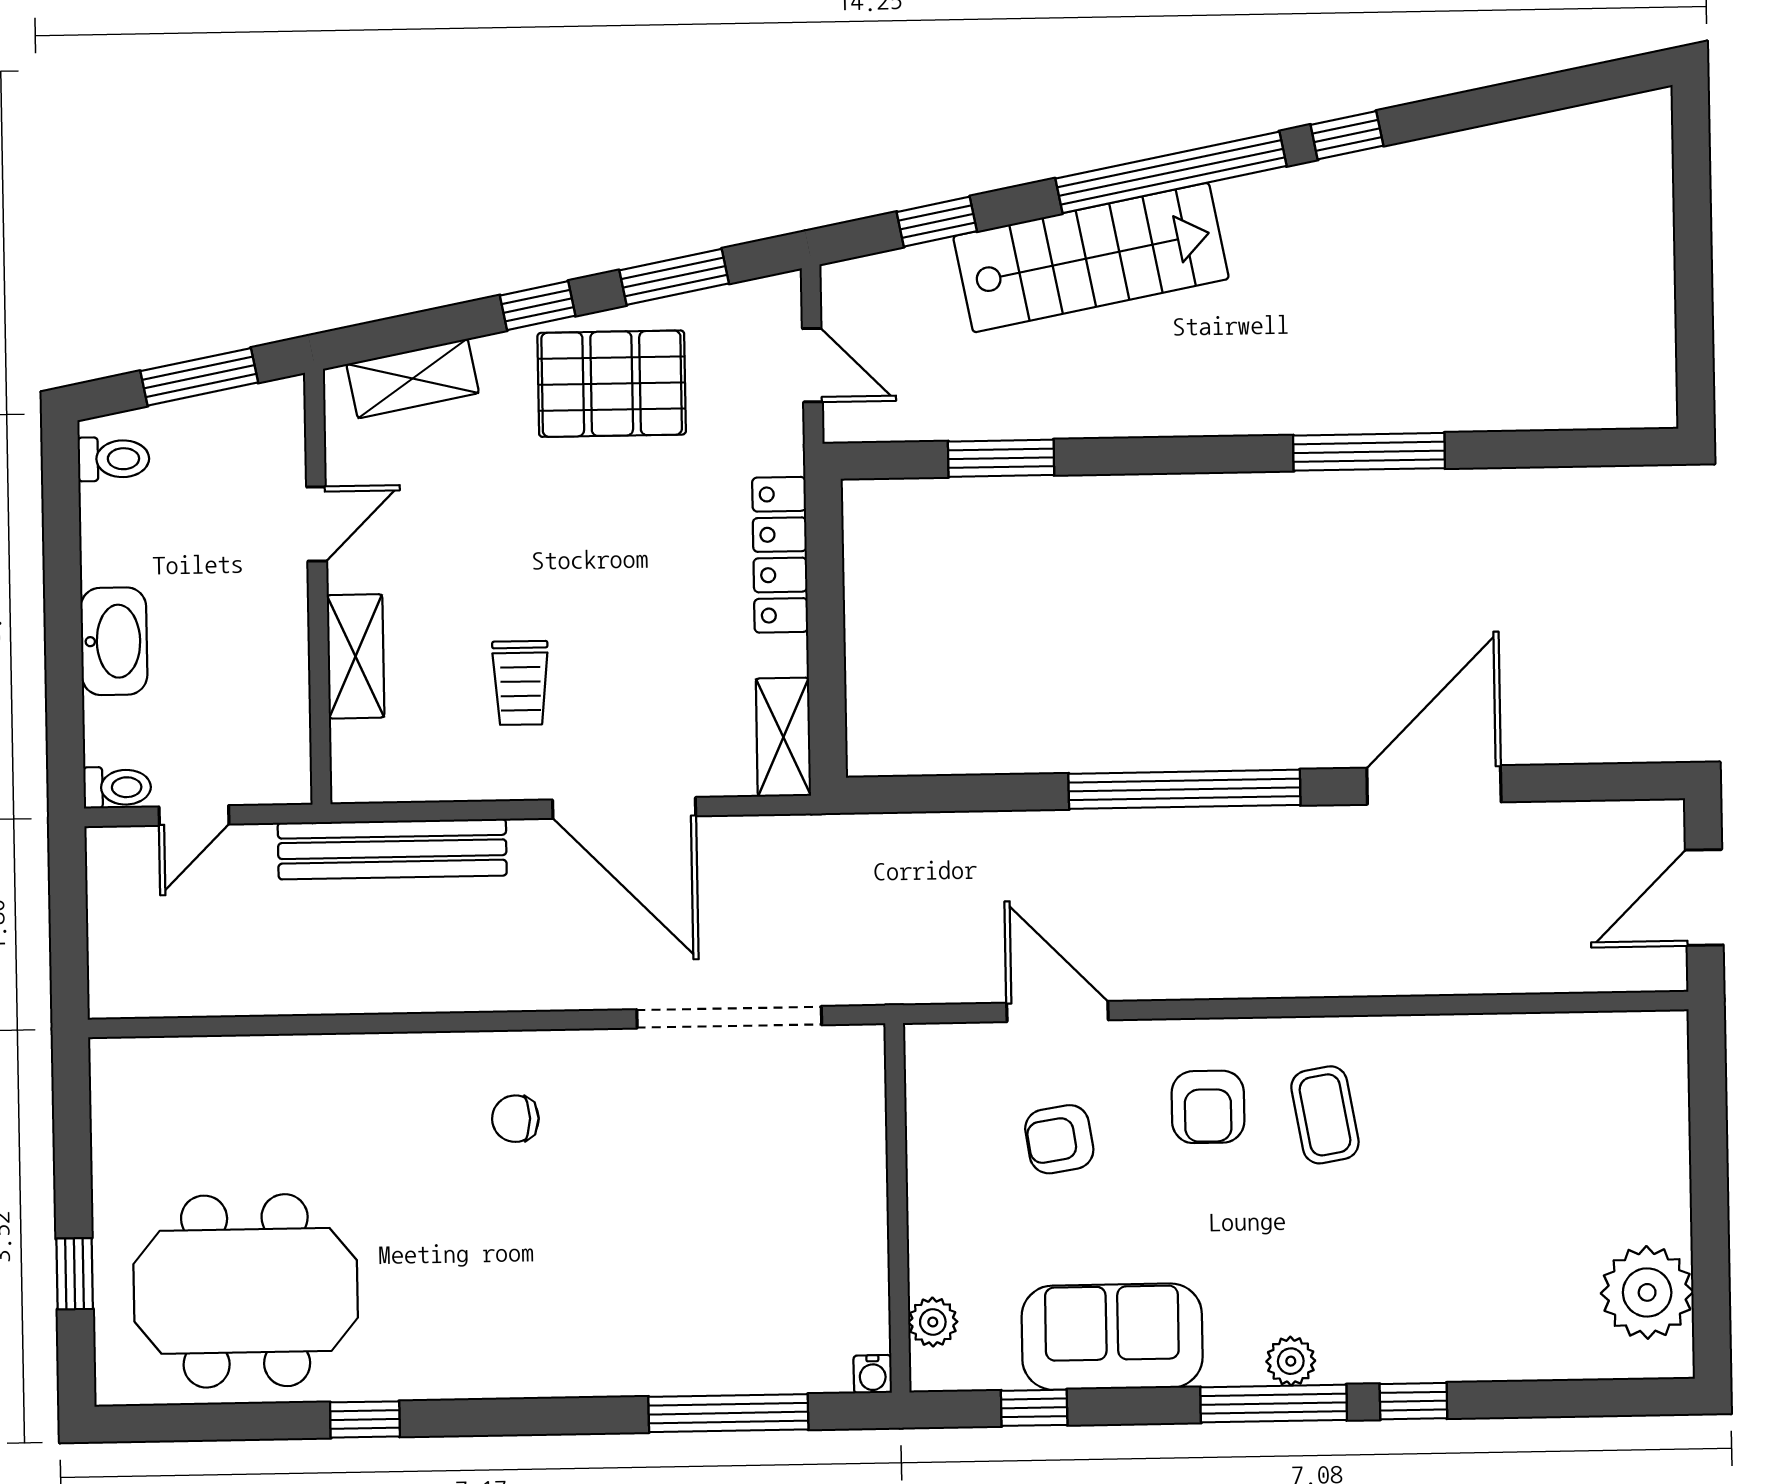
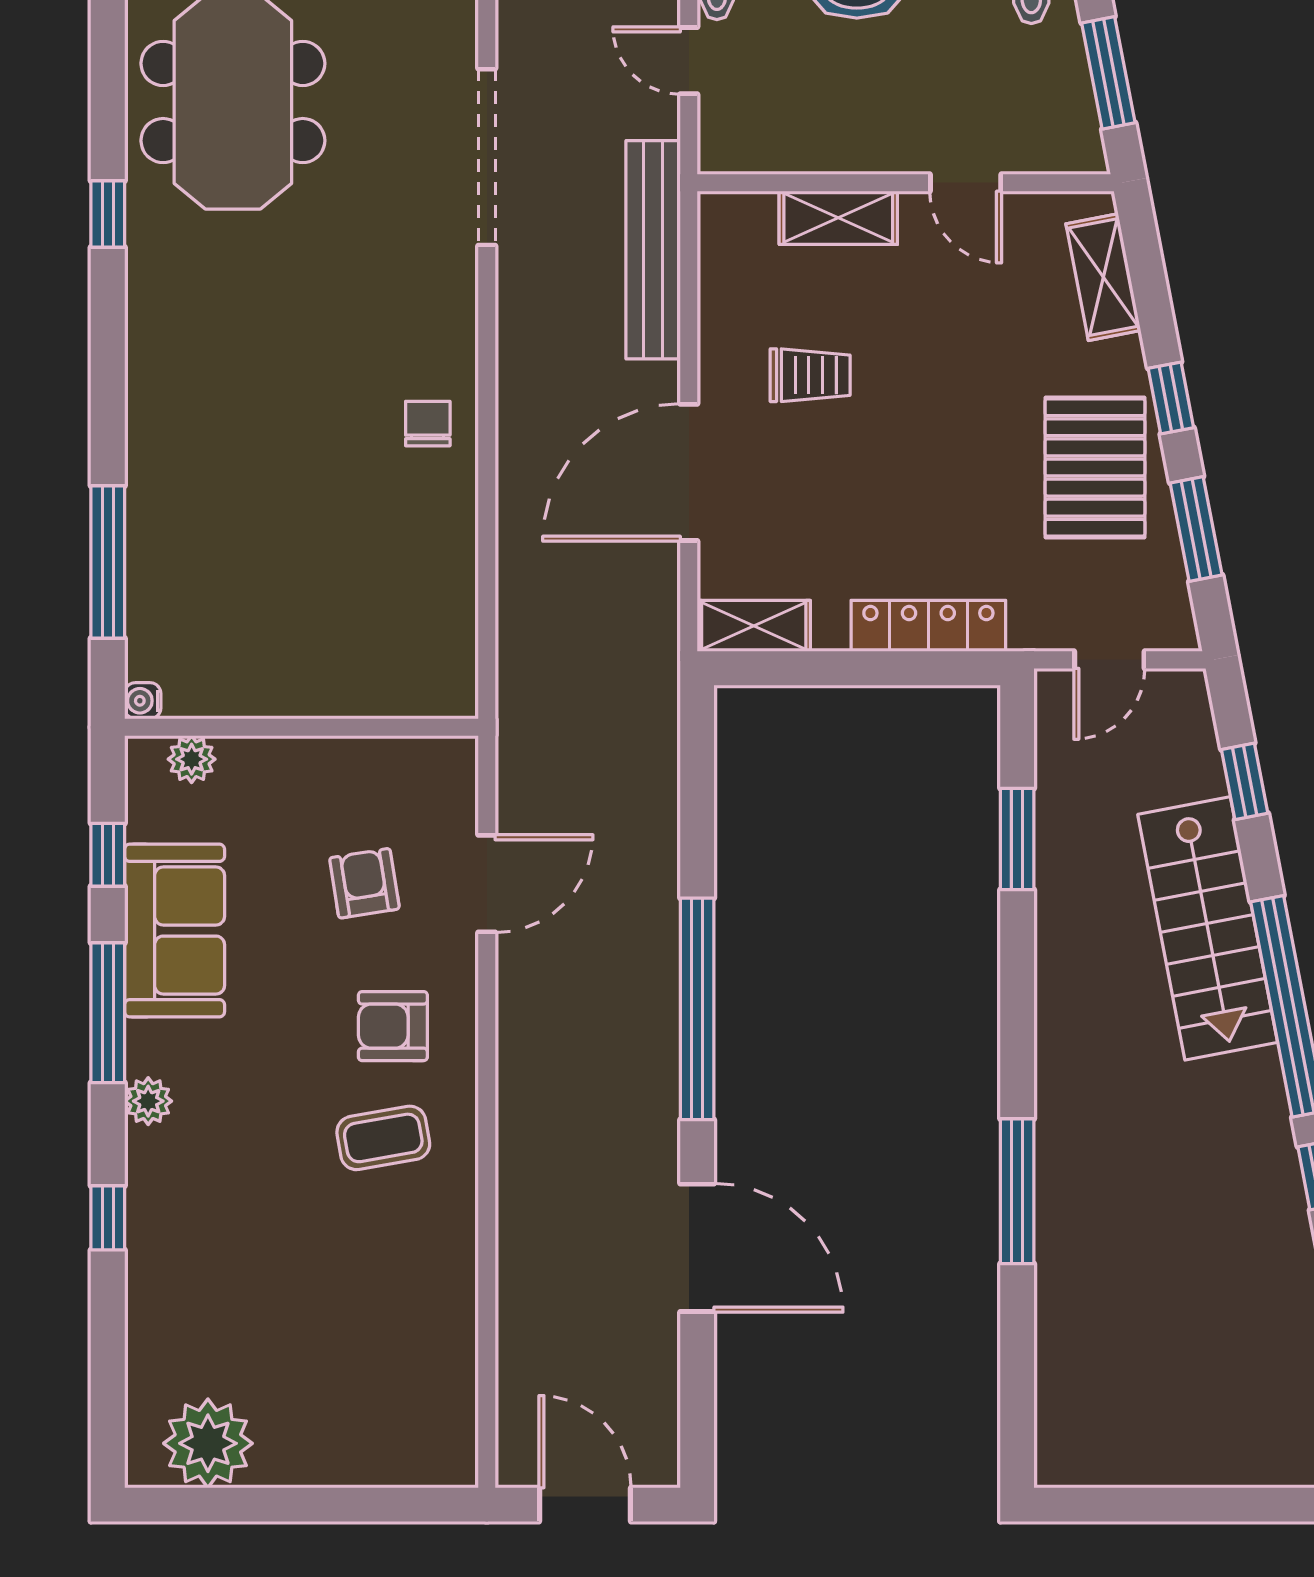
trolley: (520, 683) -> (810, 375), turned 180
doorway: (729, 1017) -> (487, 157), moved
chair: (515, 1119) -> (428, 424), moved
window: (1274, 1404) -> (108, 1013), moved

